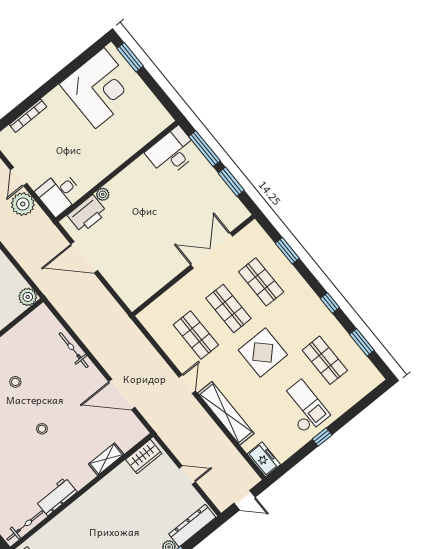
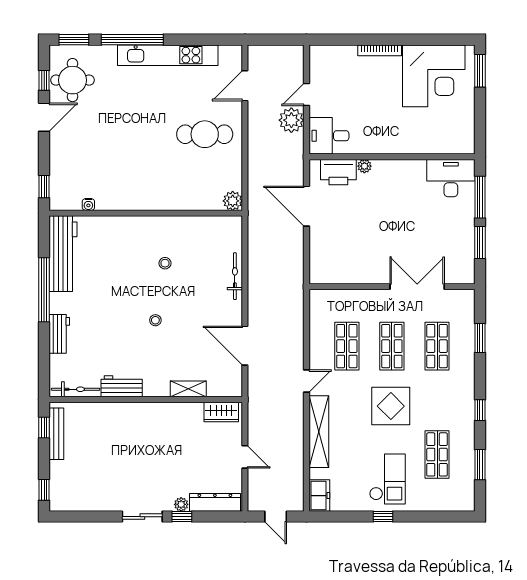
bookcase: (28, 116) -> (380, 50), moved

